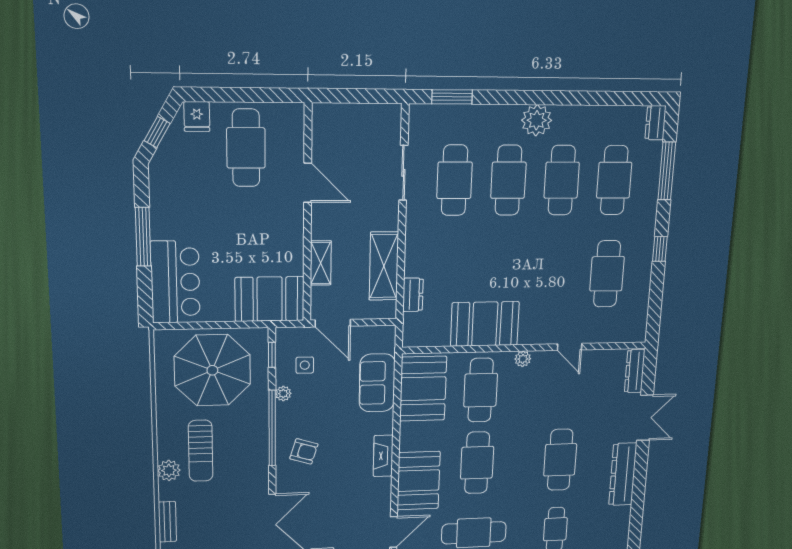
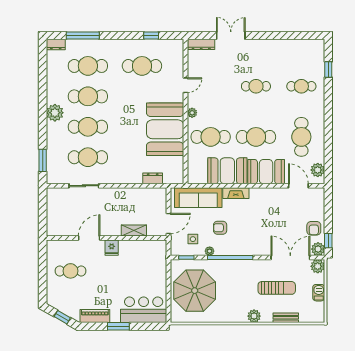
fridge: (197, 117) -> (112, 248), moved, turned 90
cafe table: (246, 148) -> (70, 271), width x0.73, depth x0.74
piano: (161, 193) -> (95, 316), added
window: (143, 237) -> (118, 326), width x0.69
window: (660, 249) -> (151, 36), moved
shelving: (384, 266) -> (136, 195), removed
booth: (270, 299) -> (154, 259), removed
booth: (485, 324) -> (165, 129), width x1.36, depth x1.42
sofa: (377, 383) -> (198, 198), width x1.36
booth: (423, 389) -> (227, 171), moved
sun lounger: (201, 451) -> (277, 288), moved
armchair: (304, 451) -> (220, 228), moved, turned -107
fireplace: (383, 456) -> (236, 193), moved
cafe table: (560, 460) -> (256, 86), width x0.73, depth x0.74
dresser: (623, 474) -> (267, 46), removed

